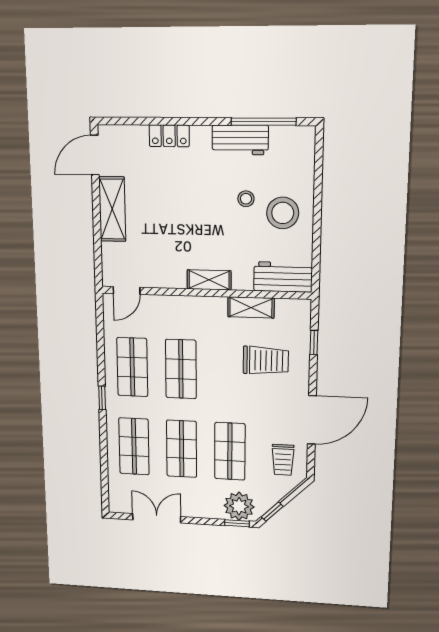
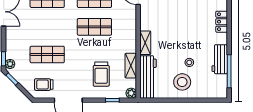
workbench: (283, 277) -> (148, 77), width x1.37
plant: (302, 308) -> (131, 93), added
shop shelf: (182, 449) -> (47, 27), removed
plant: (239, 506) -> (10, 64), width x0.53, depth x0.53

